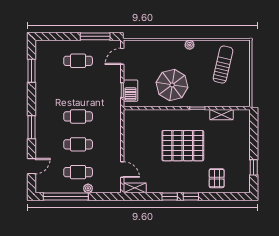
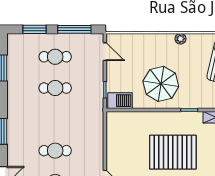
window: (60, 36) -> (34, 29), added
door: (122, 56) -> (105, 52), swing flipped
barbecue: (131, 91) -> (120, 101), moved, turned -90
cafe table: (78, 116) -> (55, 88), moved

